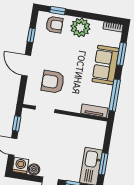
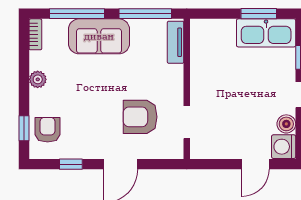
plant: (80, 27) -> (38, 79), width x0.53, depth x0.53
window: (121, 54) -> (77, 14), width x1.44
armchair: (53, 82) -> (140, 117), turned 90
window: (17, 123) -> (217, 164), removed

